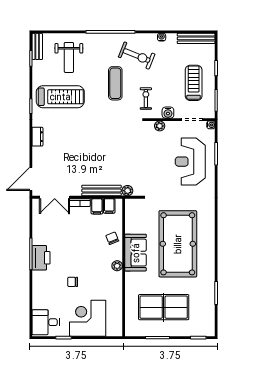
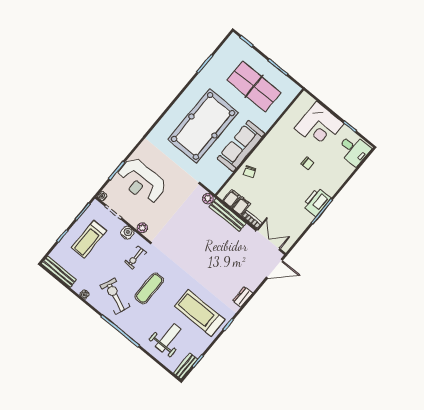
reception desk: (190, 162) -> (141, 181), turned 90
sofa: (136, 253) -> (241, 146), width x1.36
plant: (117, 266) -> (263, 148), removed

